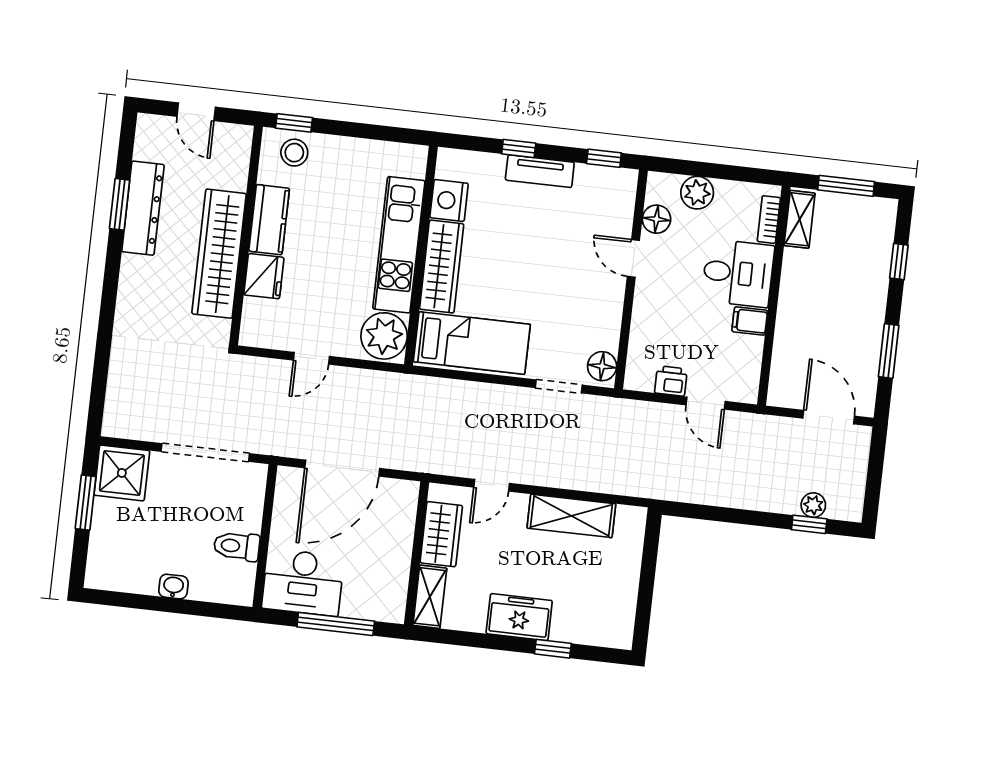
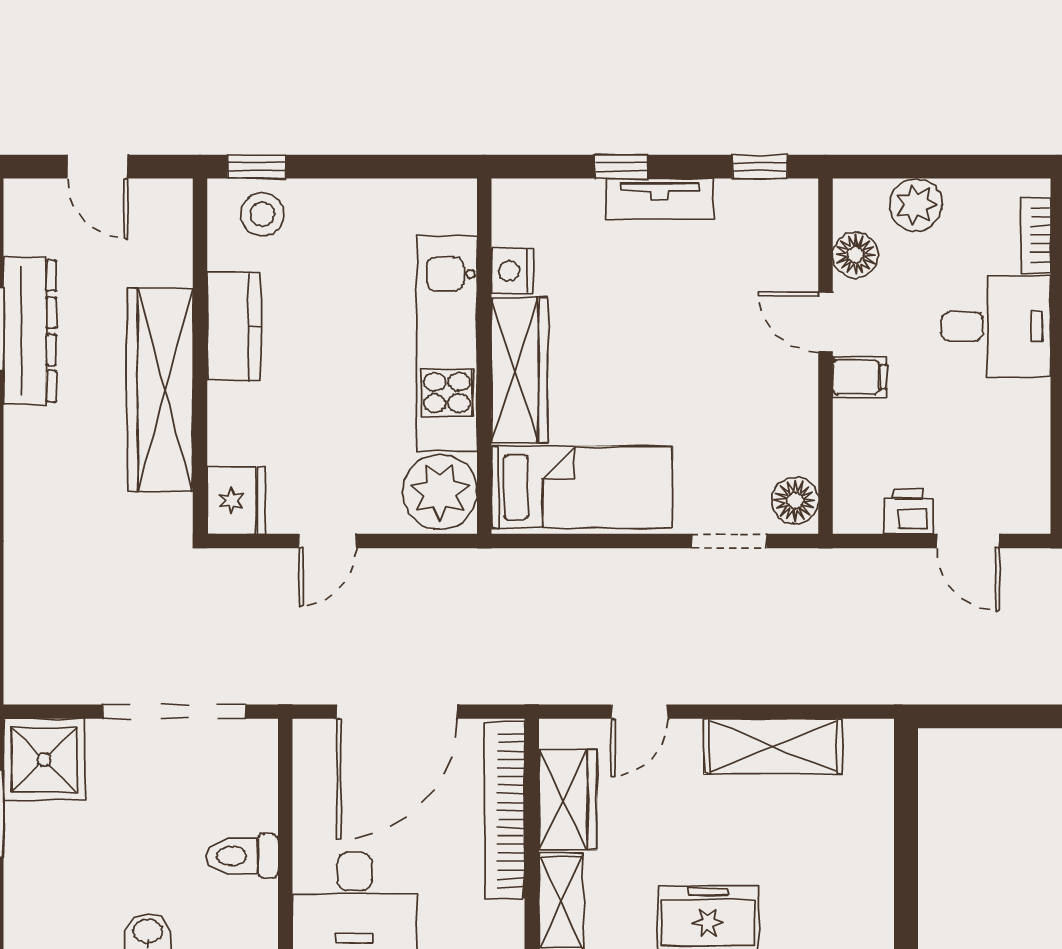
nightstand: (449, 200) -> (512, 271), width x0.74, depth x0.75
fridge: (264, 276) -> (236, 500), moved
filing cabinet: (750, 321) -> (860, 377), moved, turned 180
bookcase: (402, 537) -> (505, 811), added

